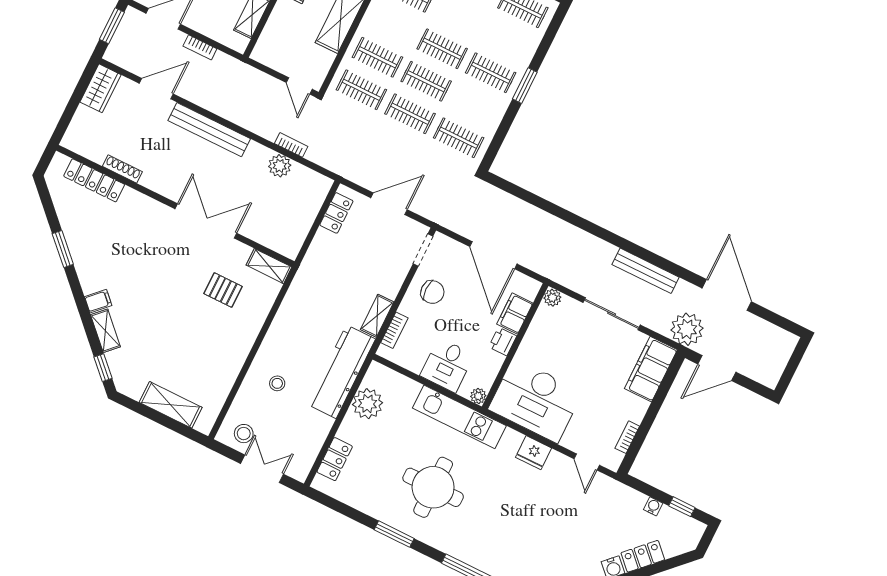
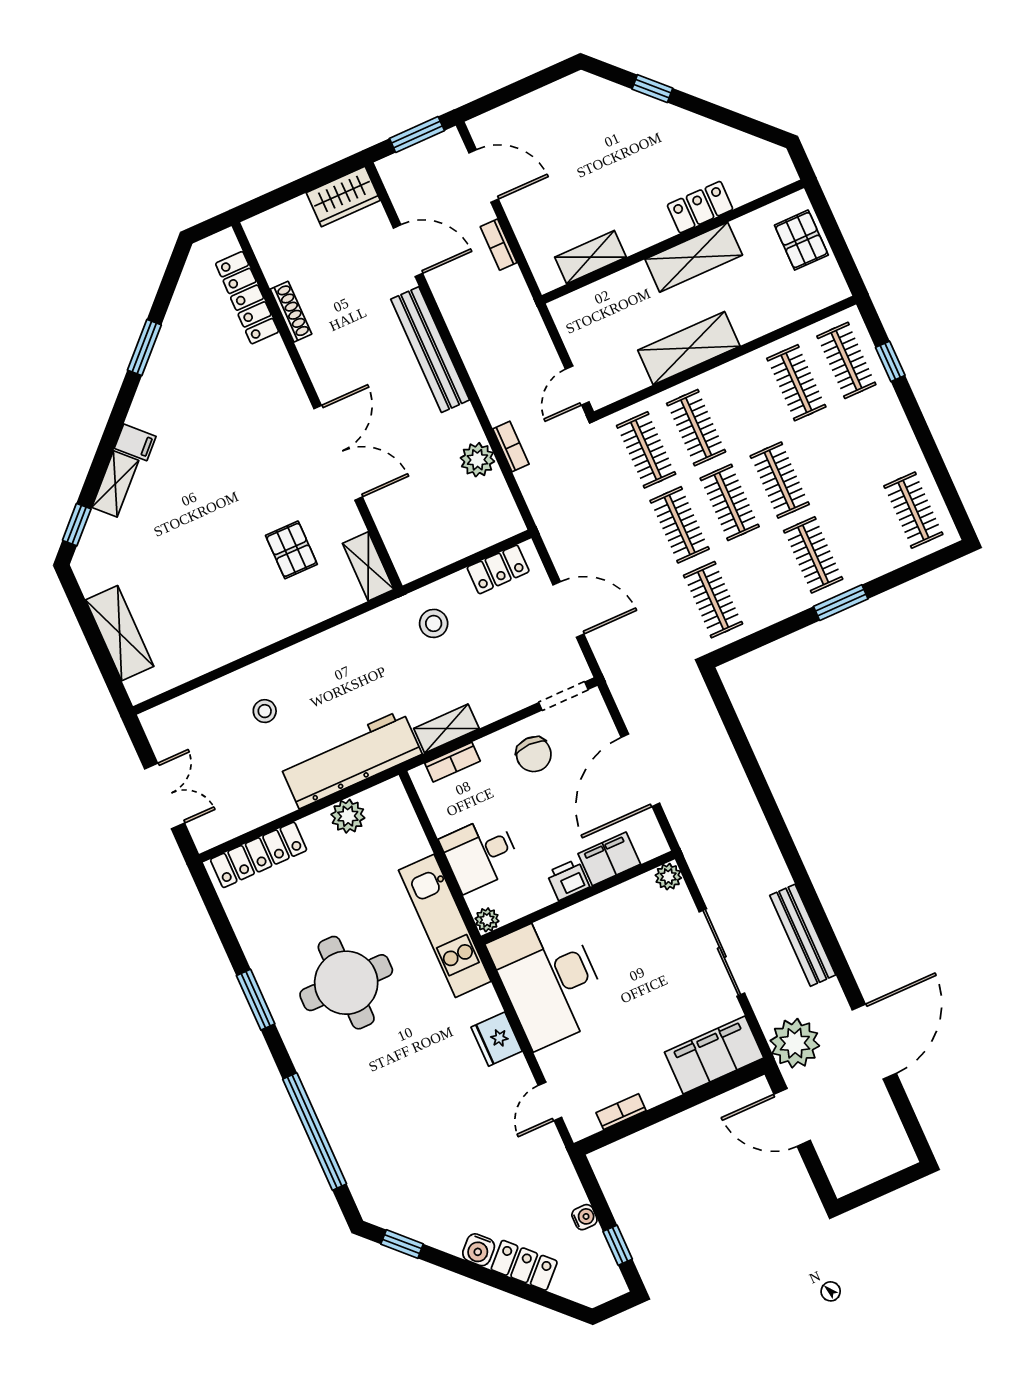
plant: (368, 404) -> (348, 816), width x0.73, depth x0.73
stool: (244, 434) -> (434, 623), moved
locker: (335, 459) -> (259, 855), width x1.53

